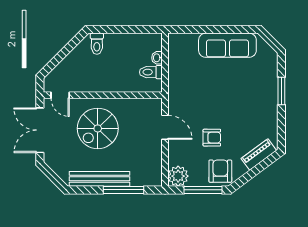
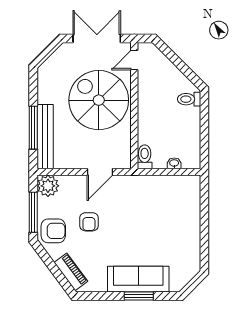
sofa: (227, 45) -> (138, 279), moved, turned 90
toilet: (151, 72) -> (145, 157), moved
spiral stairs: (98, 128) -> (99, 100), width x1.37, depth x1.37
bench: (99, 179) -> (45, 137), moved

